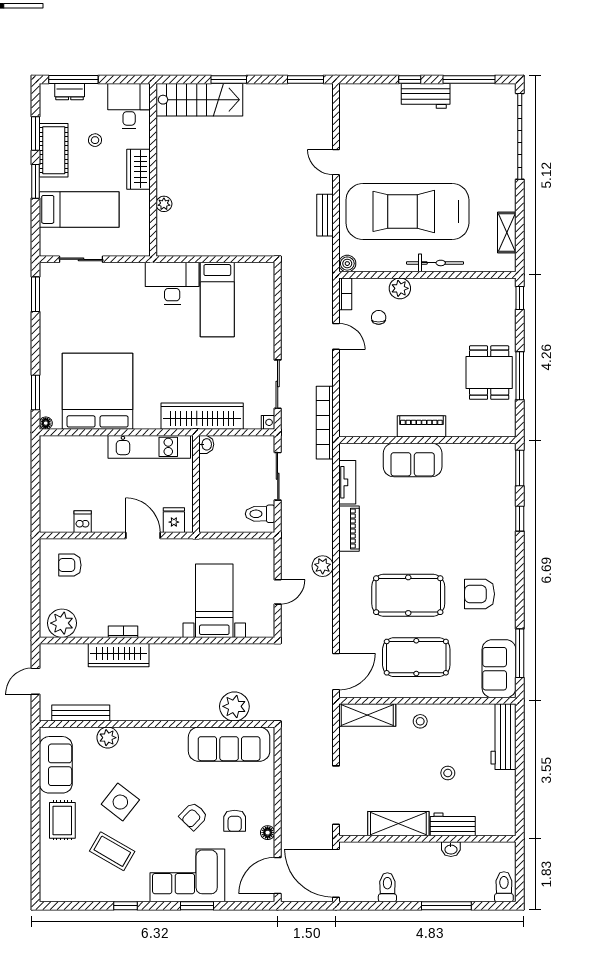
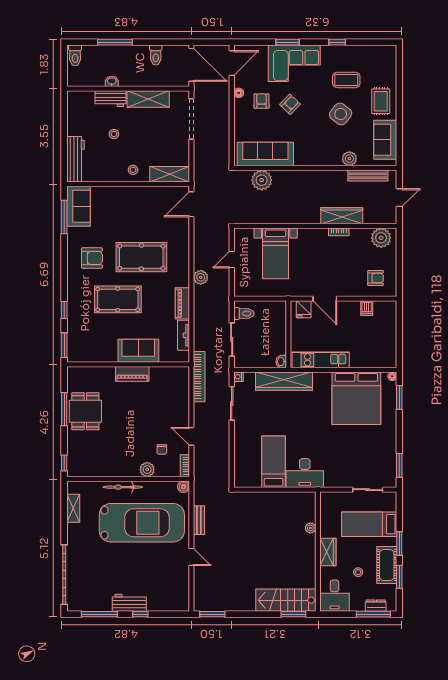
window: (229, 79) -> (293, 614), moved
pool table: (416, 657) -> (118, 299), moved
coffee table: (112, 851) -> (346, 80), turned -30

